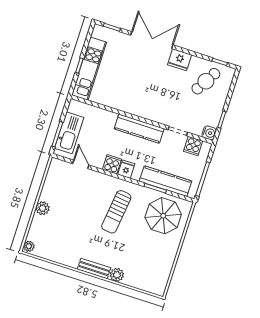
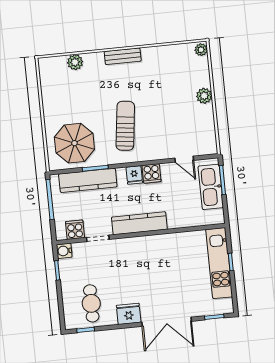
cafe table: (206, 81) -> (91, 303), turned -31
plant: (117, 275) -> (75, 62), moved

